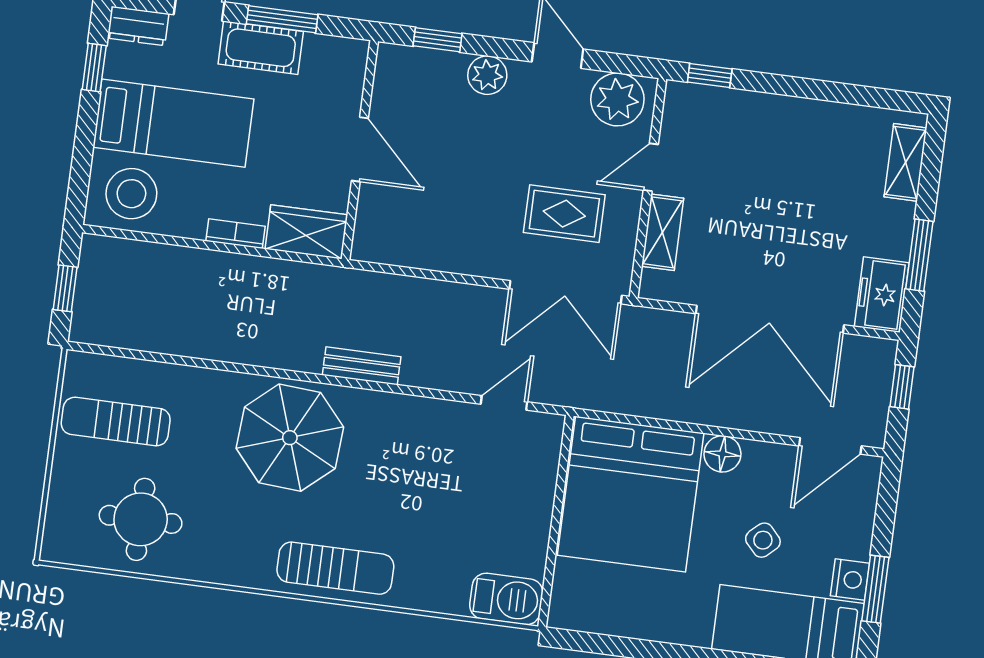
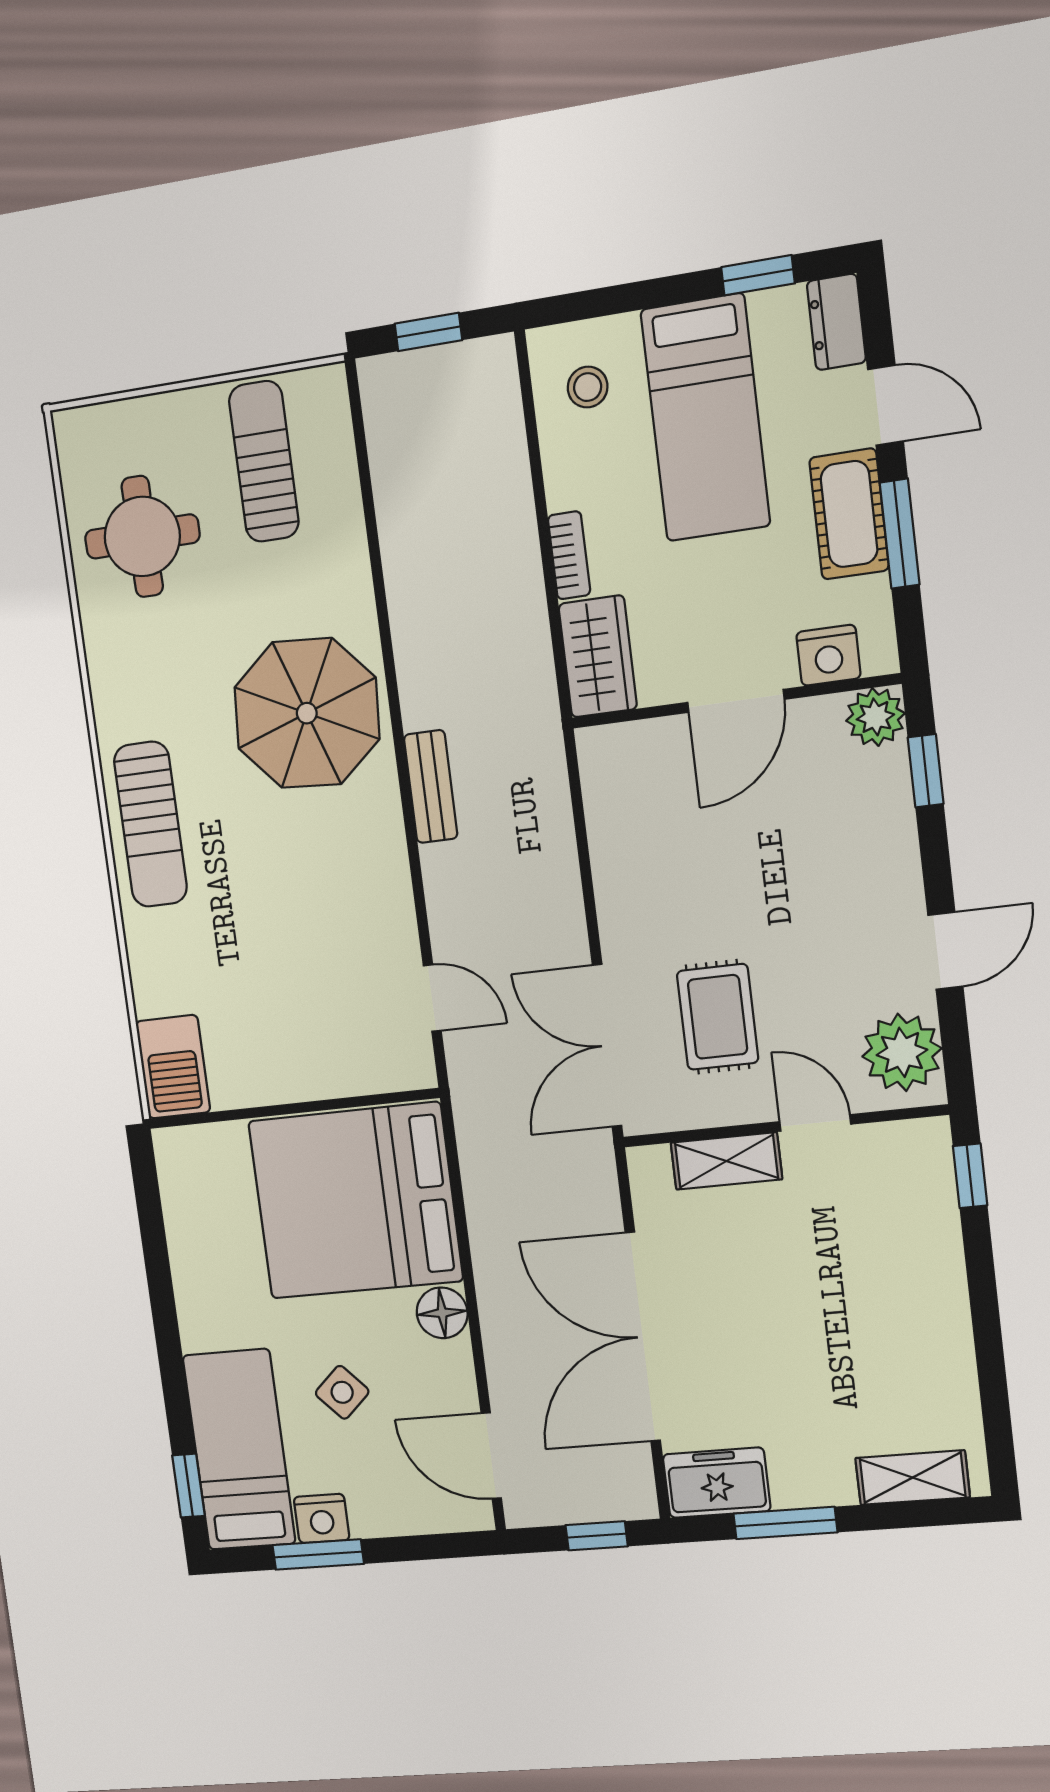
plant: (487, 75) -> (875, 717), moved
nightstand: (347, 83) -> (828, 655), added
stool: (131, 194) -> (588, 387), width x0.53, depth x0.53

